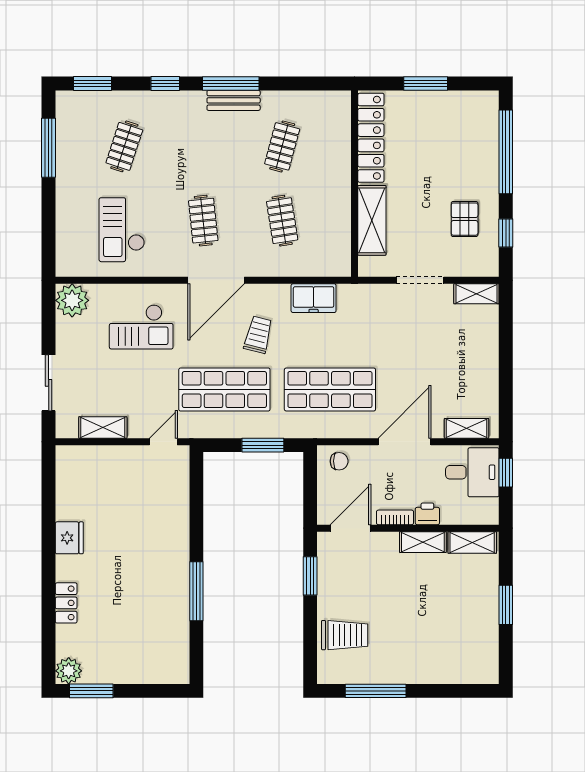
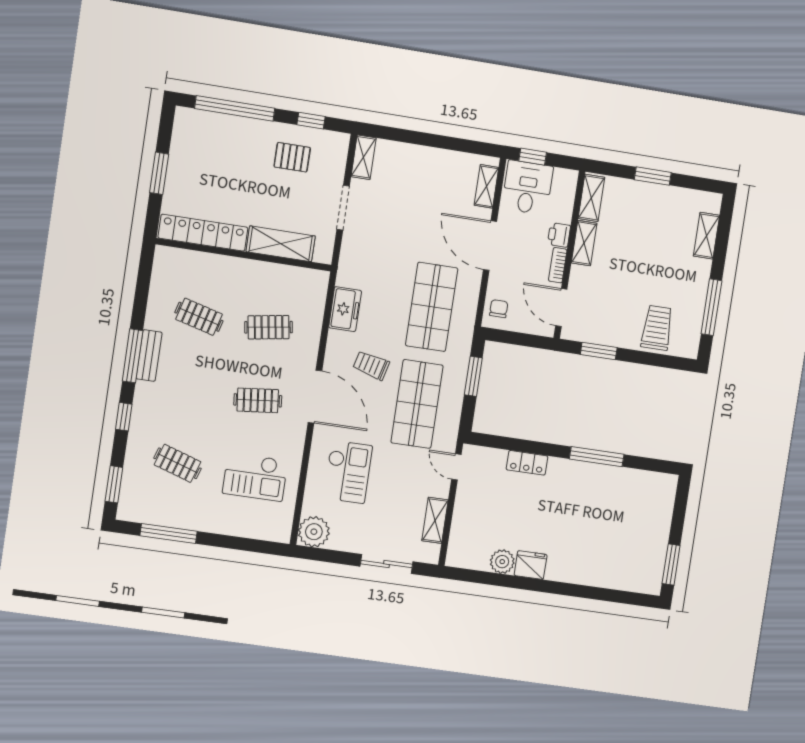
locker: (66, 603) -> (527, 463), moved, turned 180
plant: (69, 671) -> (502, 562), moved
shelving: (451, 673) -> (706, 236), added

